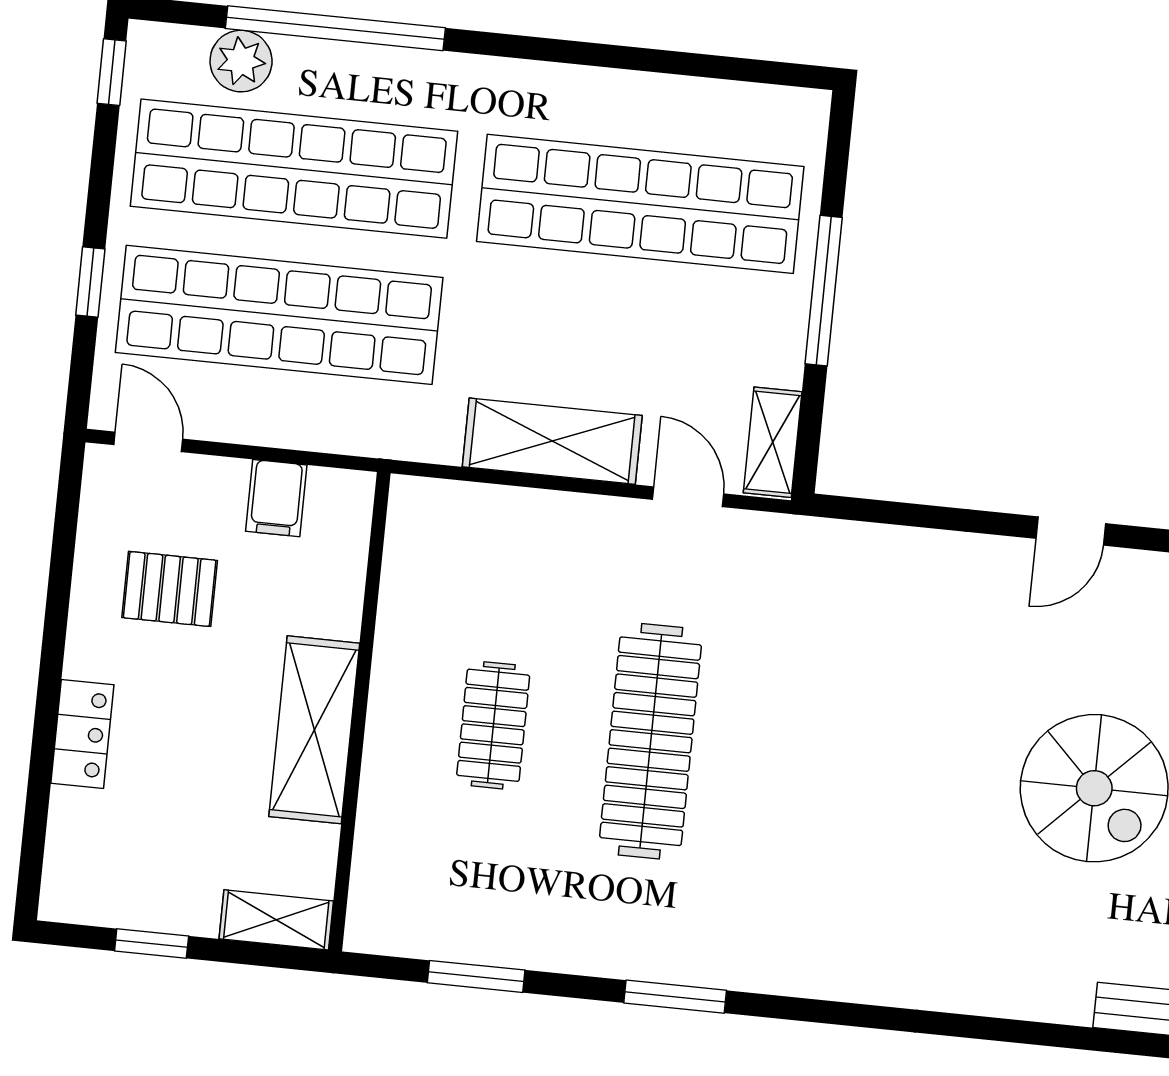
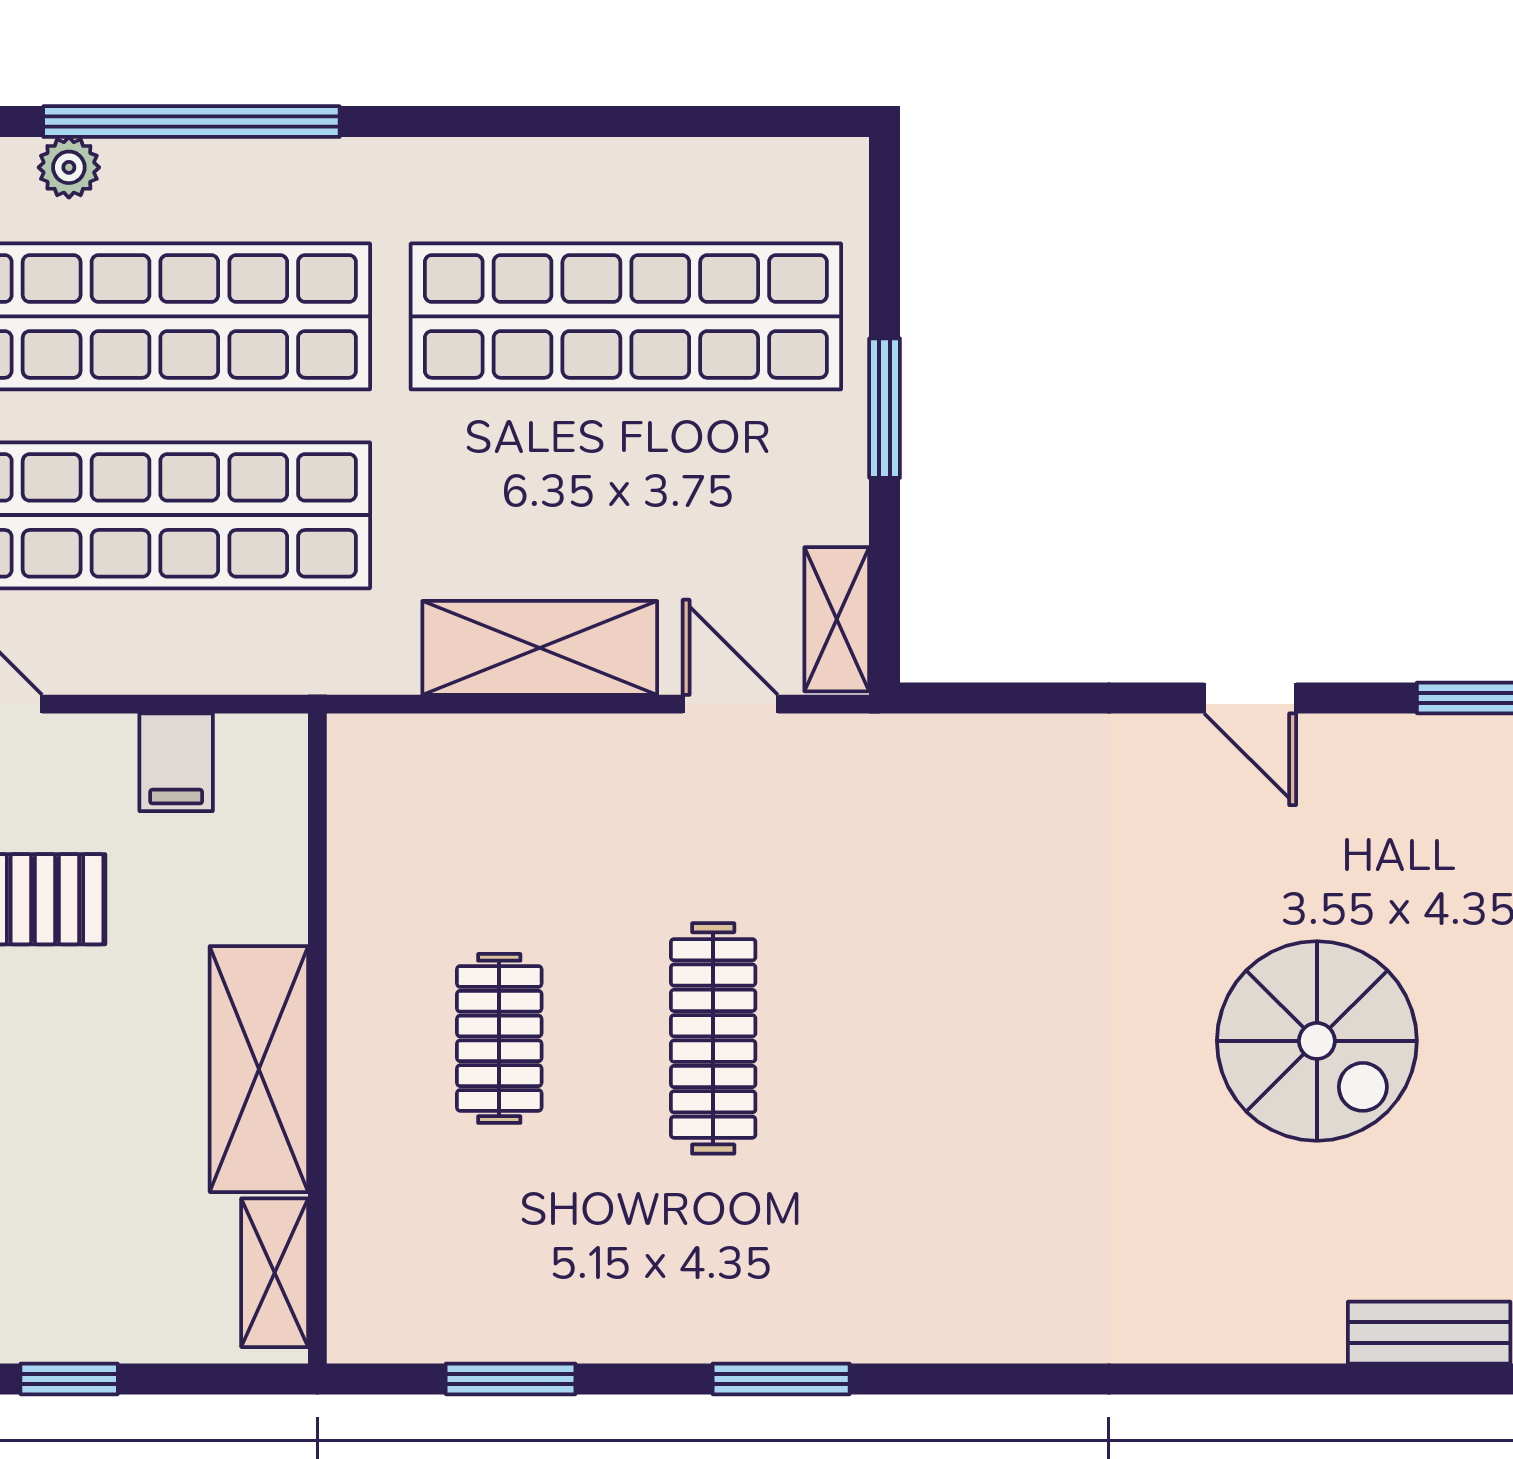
plant: (241, 61) -> (69, 167), width x0.73, depth x0.73
window: (824, 291) -> (885, 408), width x0.69
door: (1071, 531) -> (1250, 698), hinge flipped
clothes rail: (651, 741) -> (713, 1038), width x0.73, depth x0.76
shelving: (276, 920) -> (275, 1273), moved, turned 90

